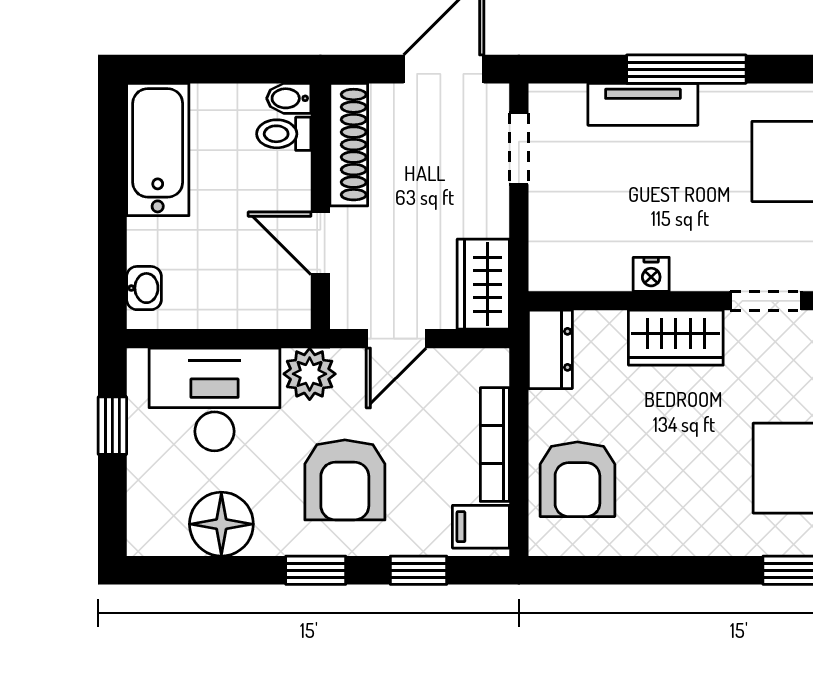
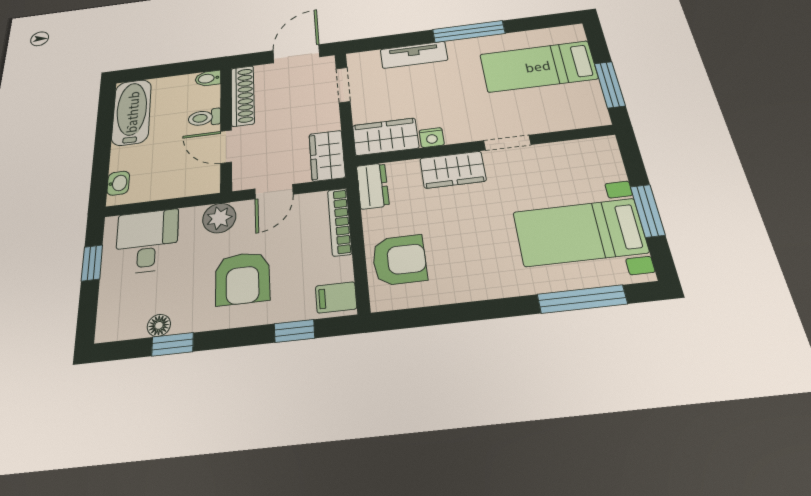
window: (686, 69) -> (469, 31), moved
toilet: (284, 134) -> (204, 118), moved
wardrobe: (579, 262) -> (385, 137), added
desk: (214, 399) -> (147, 241), width x0.73
bookcase: (495, 445) -> (340, 222), moved
armchair: (577, 479) -> (399, 260), turned -90
floor lamp: (221, 524) -> (159, 325), width x0.53, depth x0.53
window: (316, 570) -> (173, 344), moved

